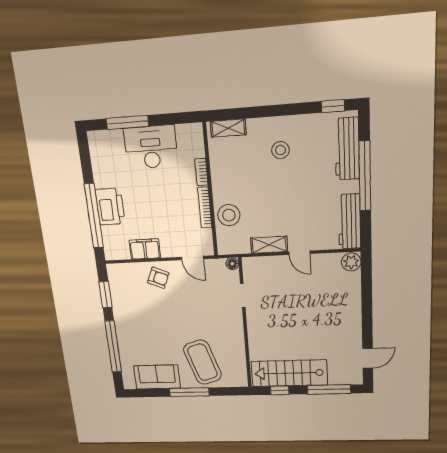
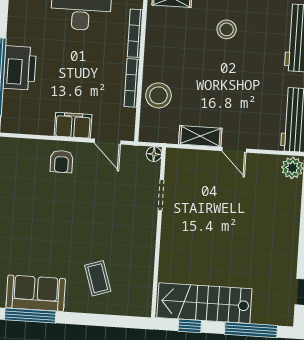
bookcase: (201, 172) -> (135, 33), width x1.56
filing cabinet: (145, 249) -> (73, 125), moved
armchair: (158, 278) -> (62, 162), turned 67
coffee table: (202, 362) -> (98, 278), width x0.54, depth x0.58
window: (189, 392) -> (30, 316), moved

